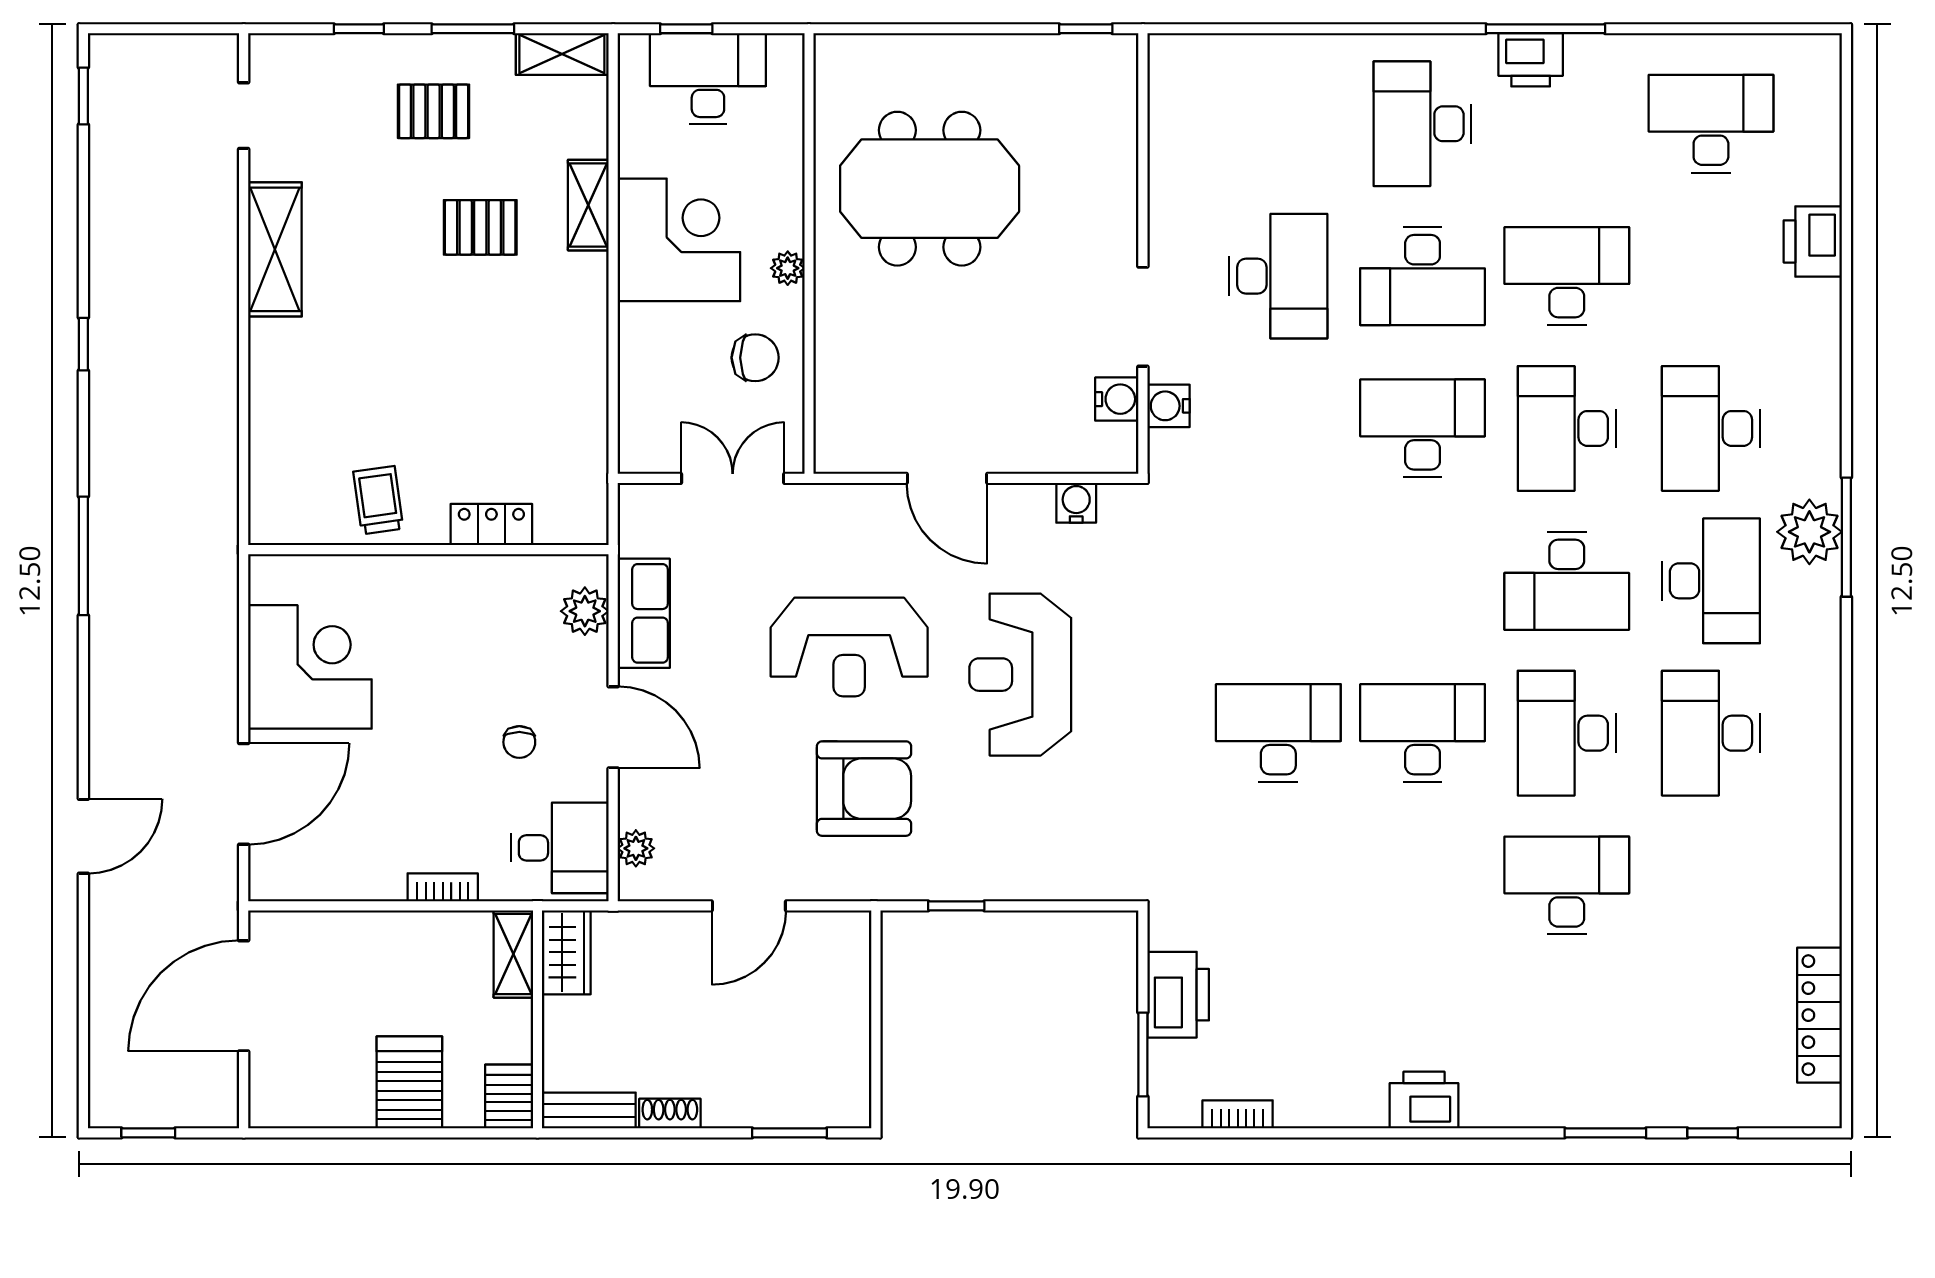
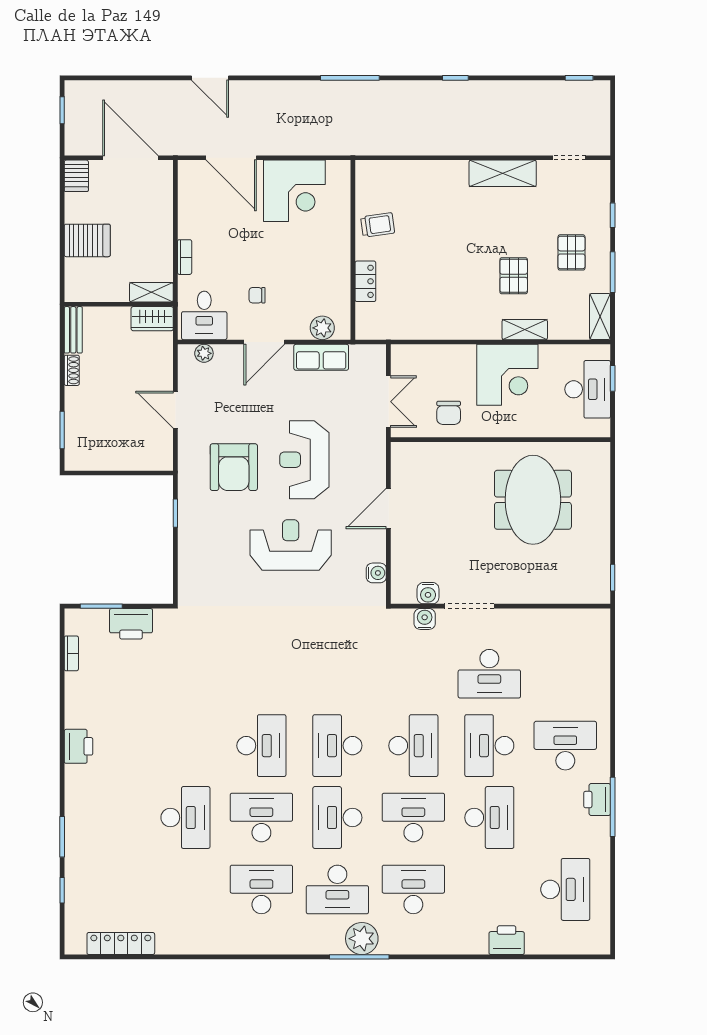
plant: (788, 268) -> (493, 429), removed
desk: (1278, 733) -> (337, 746), moved, turned 180
server rack: (509, 1097) -> (76, 176), moved, turned 90

